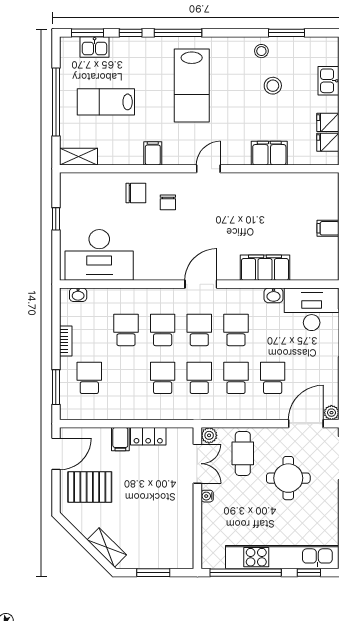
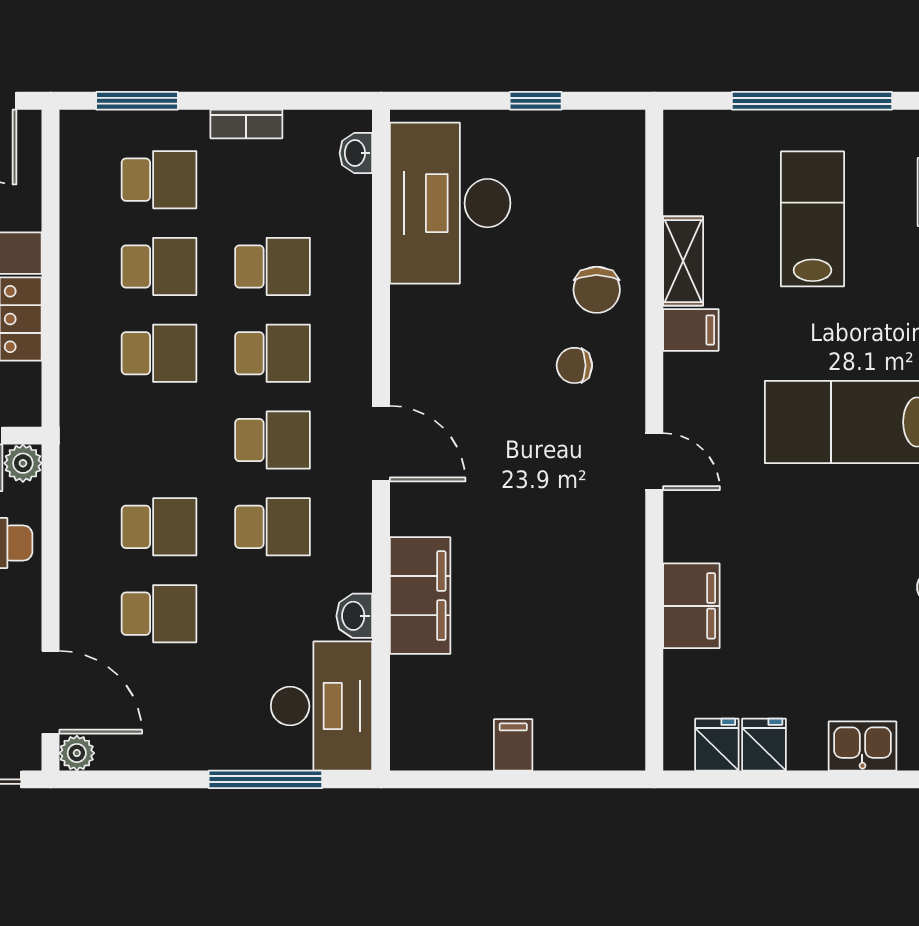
stool: (273, 86) -> (851, 614), removed
shelving: (79, 157) -> (683, 261), moved
school desk: (199, 378) -> (159, 266), moved

